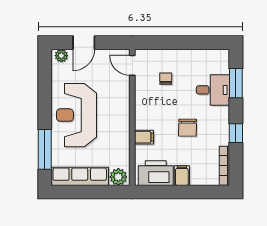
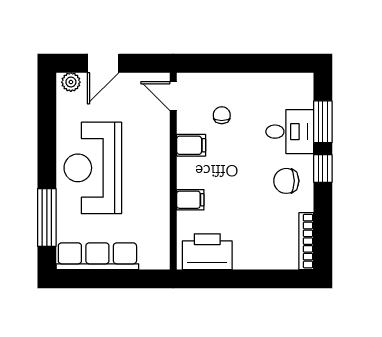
chair: (188, 128) -> (286, 181), moved, turned 89
window: (236, 133) -> (323, 169), moved
filing cabinet: (182, 176) -> (191, 145), moved, turned 90
plant: (118, 177) -> (153, 257), removed

